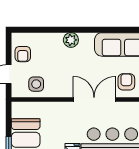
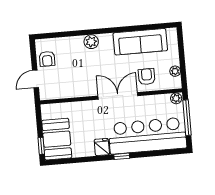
side table: (36, 84) -> (62, 86), removed

